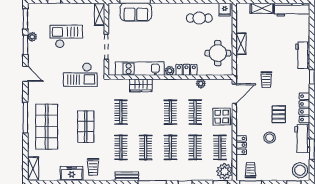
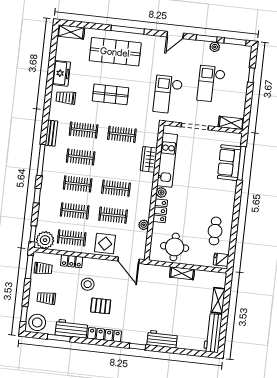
checkout: (66, 36) -> (211, 84), turned 180
trolley: (266, 80) -> (46, 298), moved
stool: (270, 138) -> (88, 284), moved

